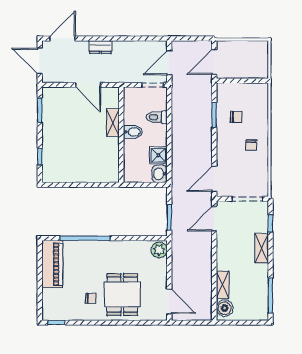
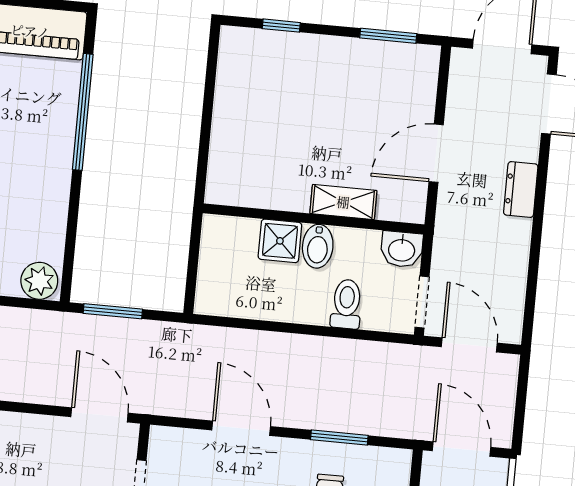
shower: (158, 155) -> (280, 241), moved
washbasin: (160, 174) -> (402, 249), moved, turned 180
door: (214, 179) -> (241, 428), moved

